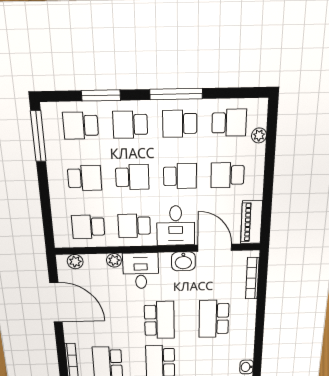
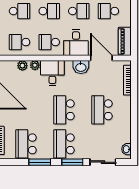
plant: (75, 262) -> (22, 66), moved
school desk: (159, 320) -> (64, 110), turned 180

